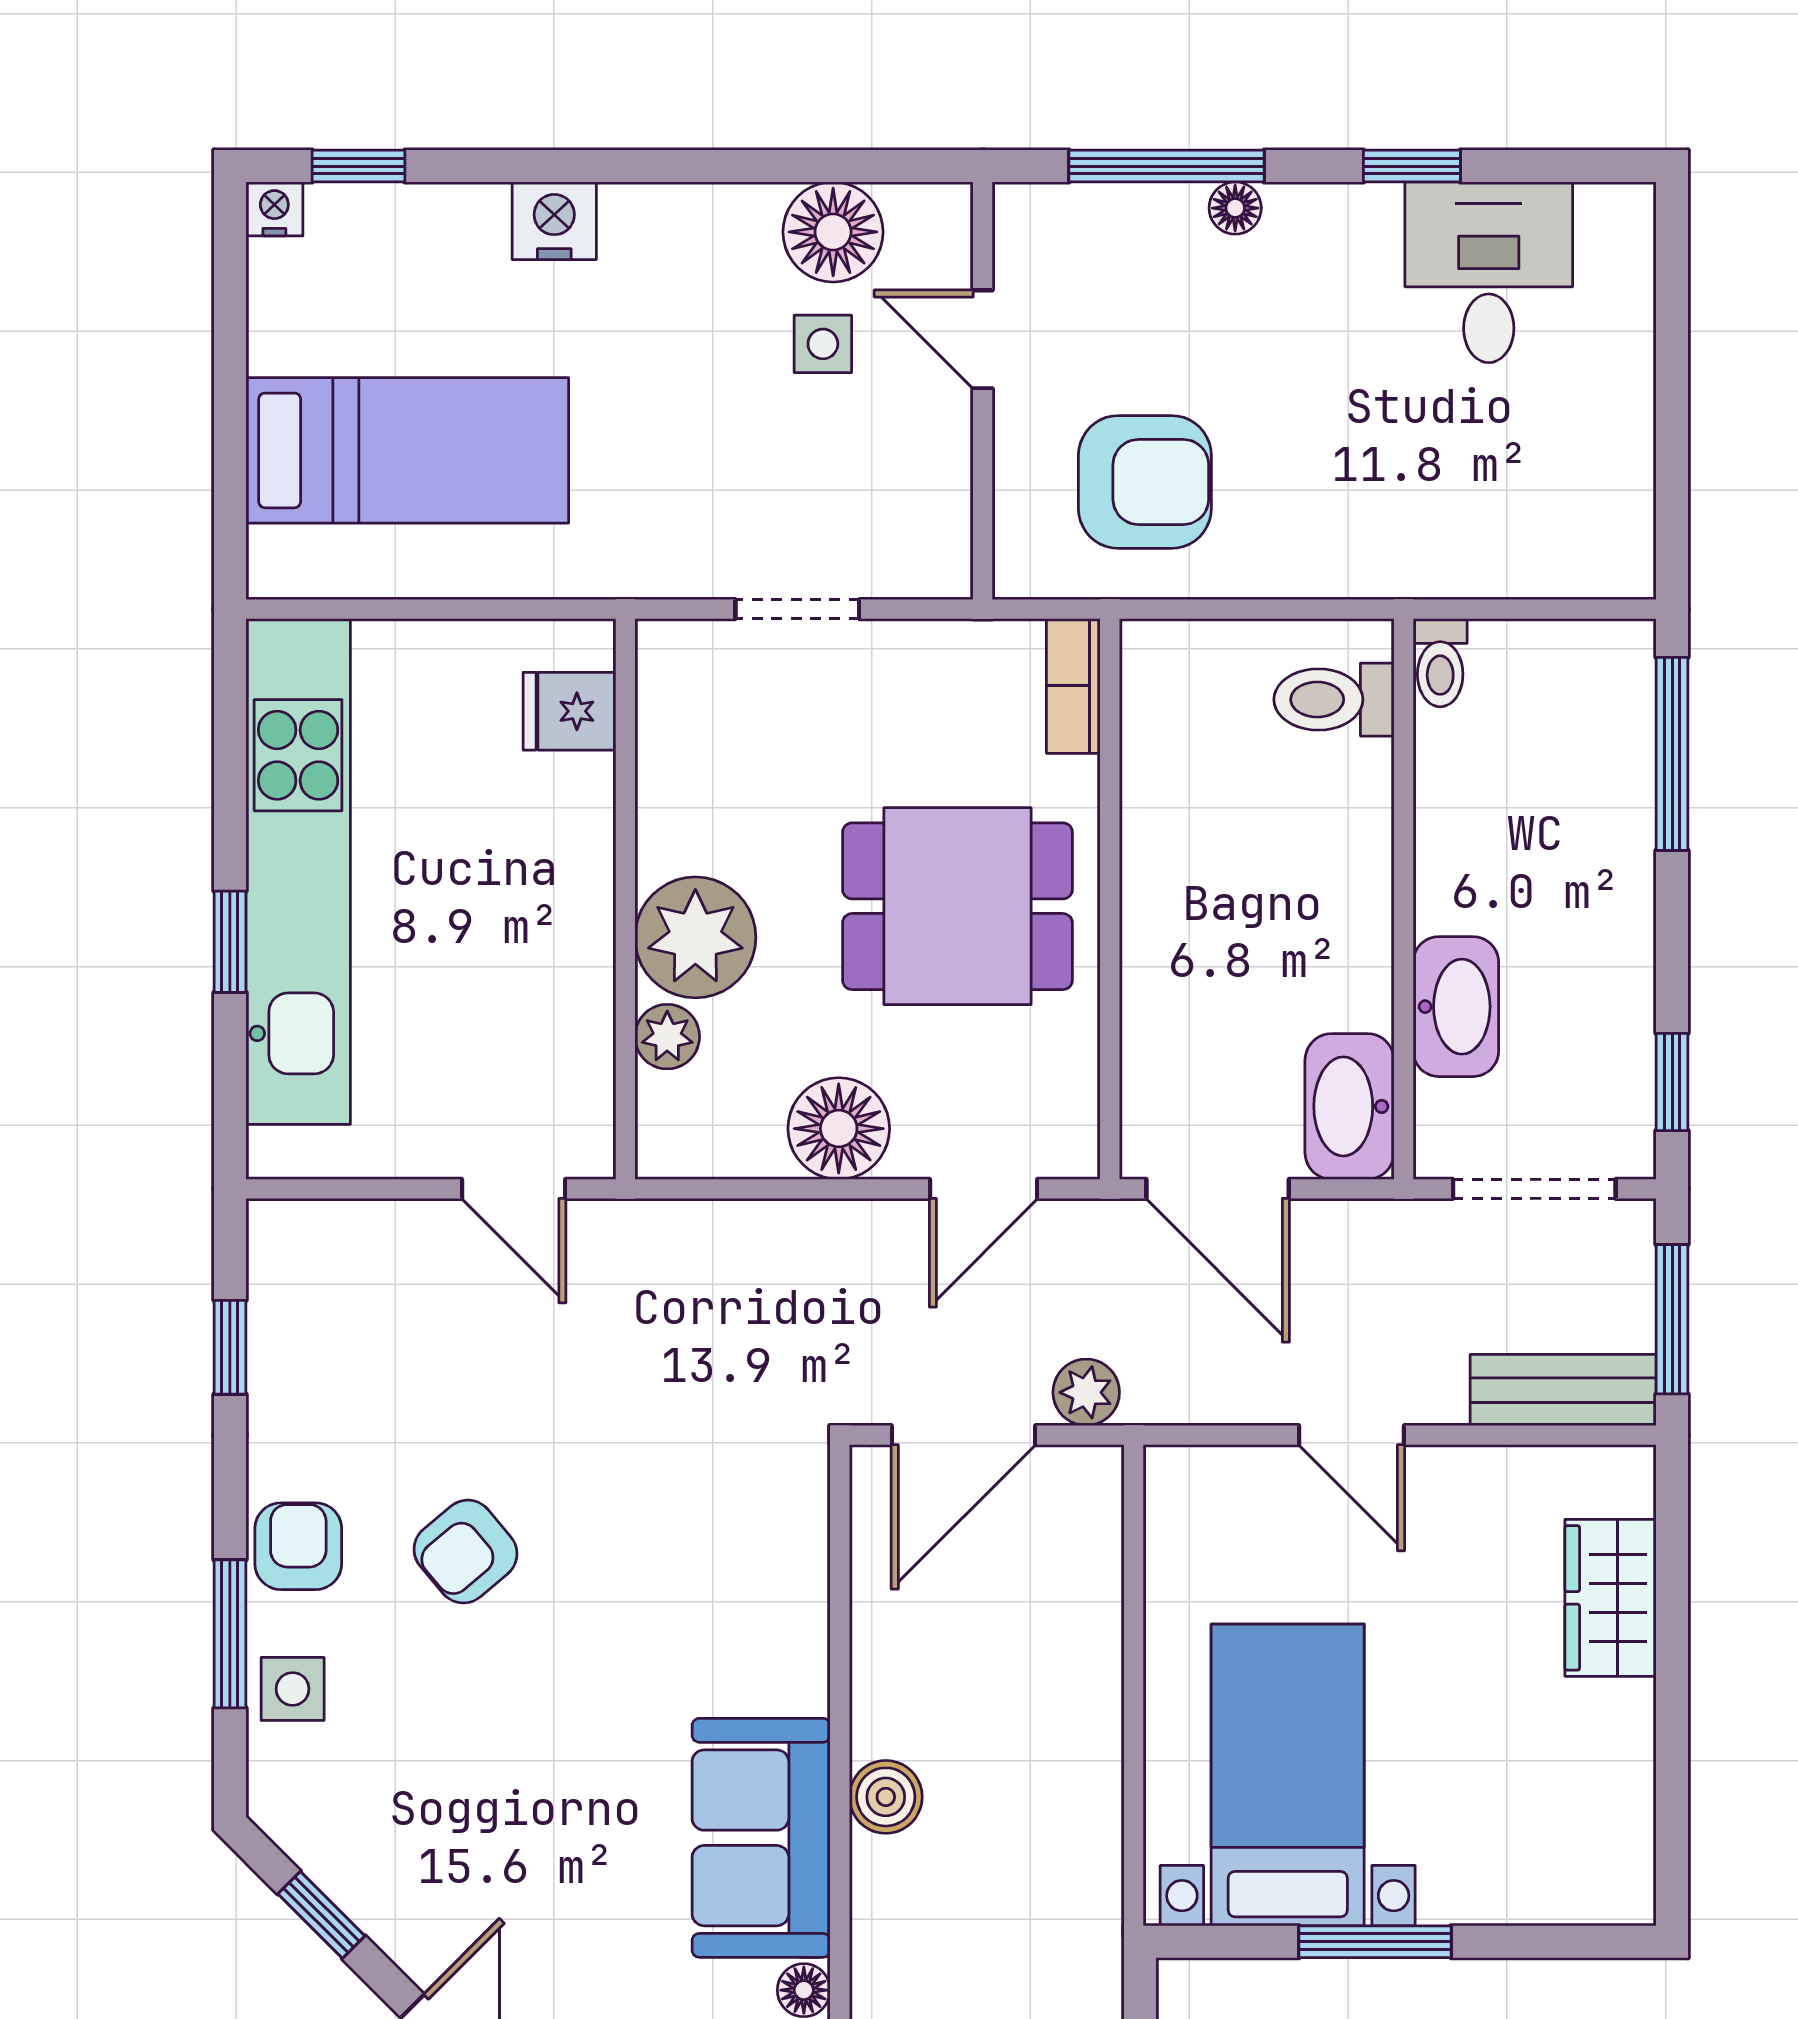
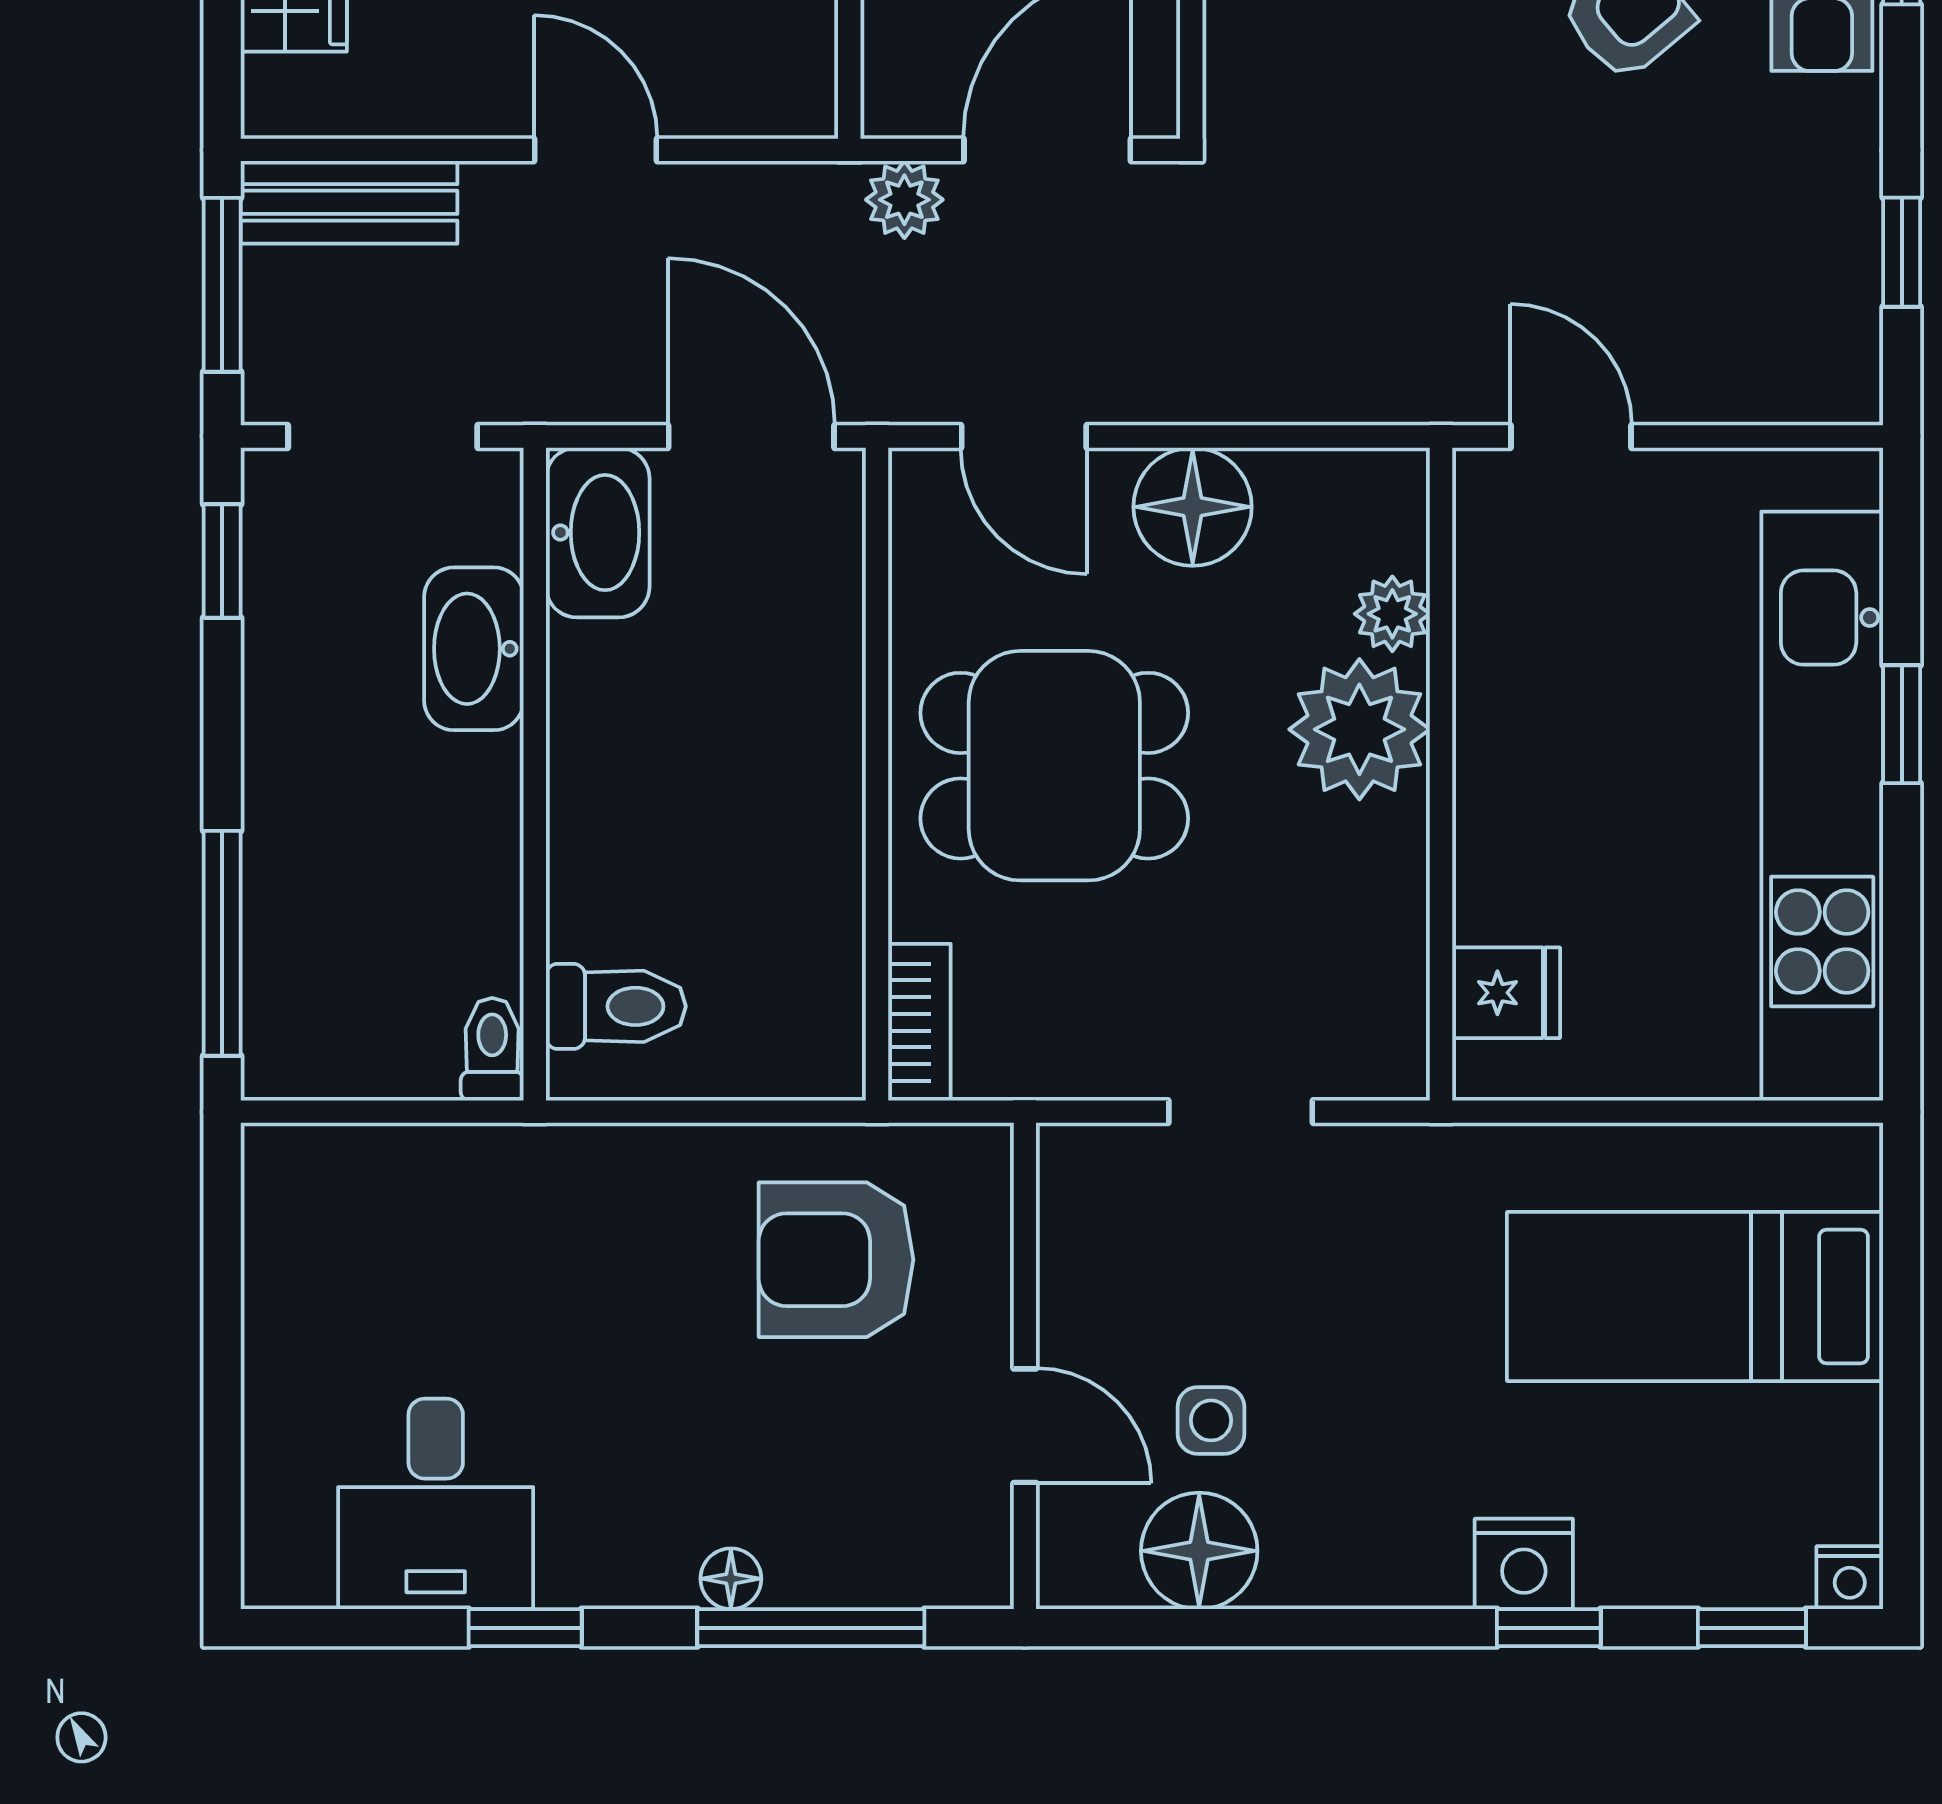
window: (533, 166) -> (1549, 1628), added
door: (984, 1189) -> (1024, 437), swing flipped

